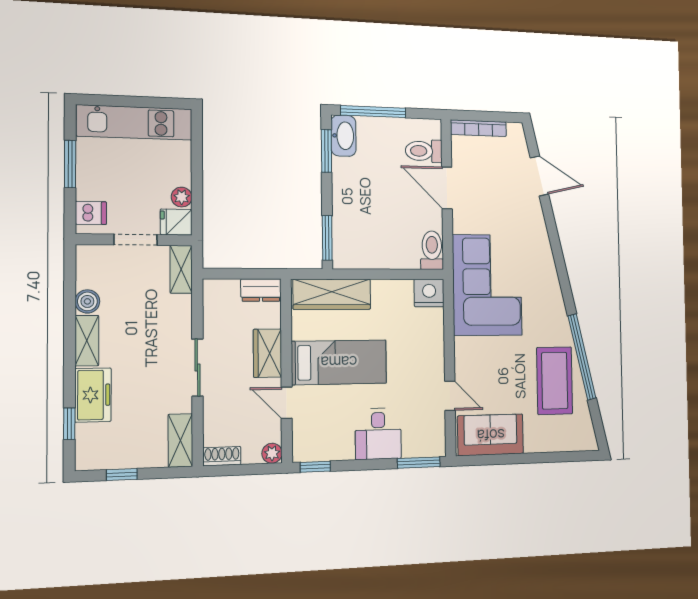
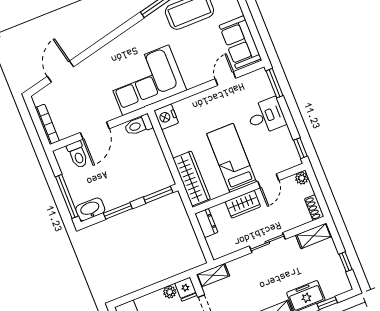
window: (326, 151) -> (118, 211), moved

